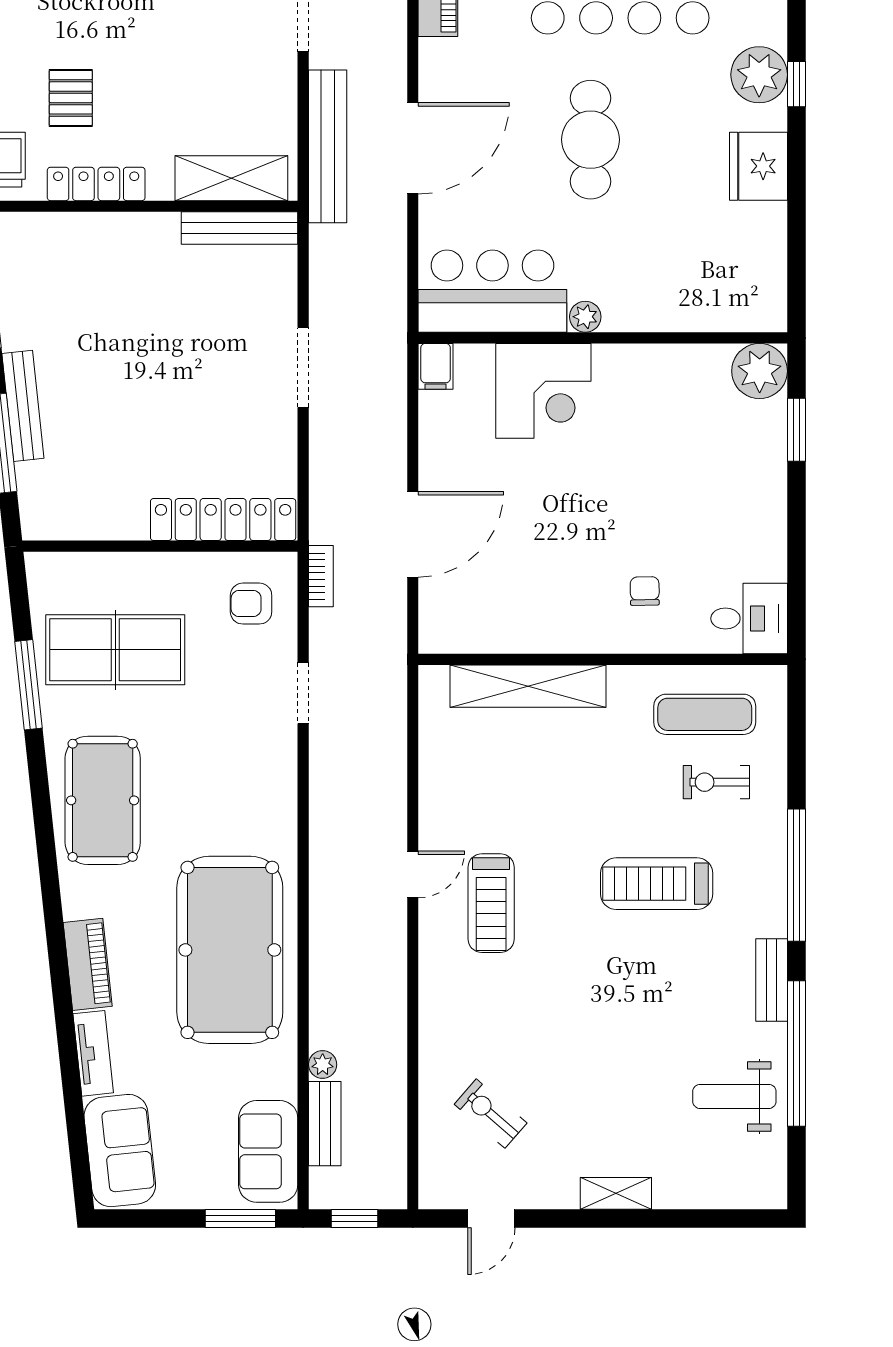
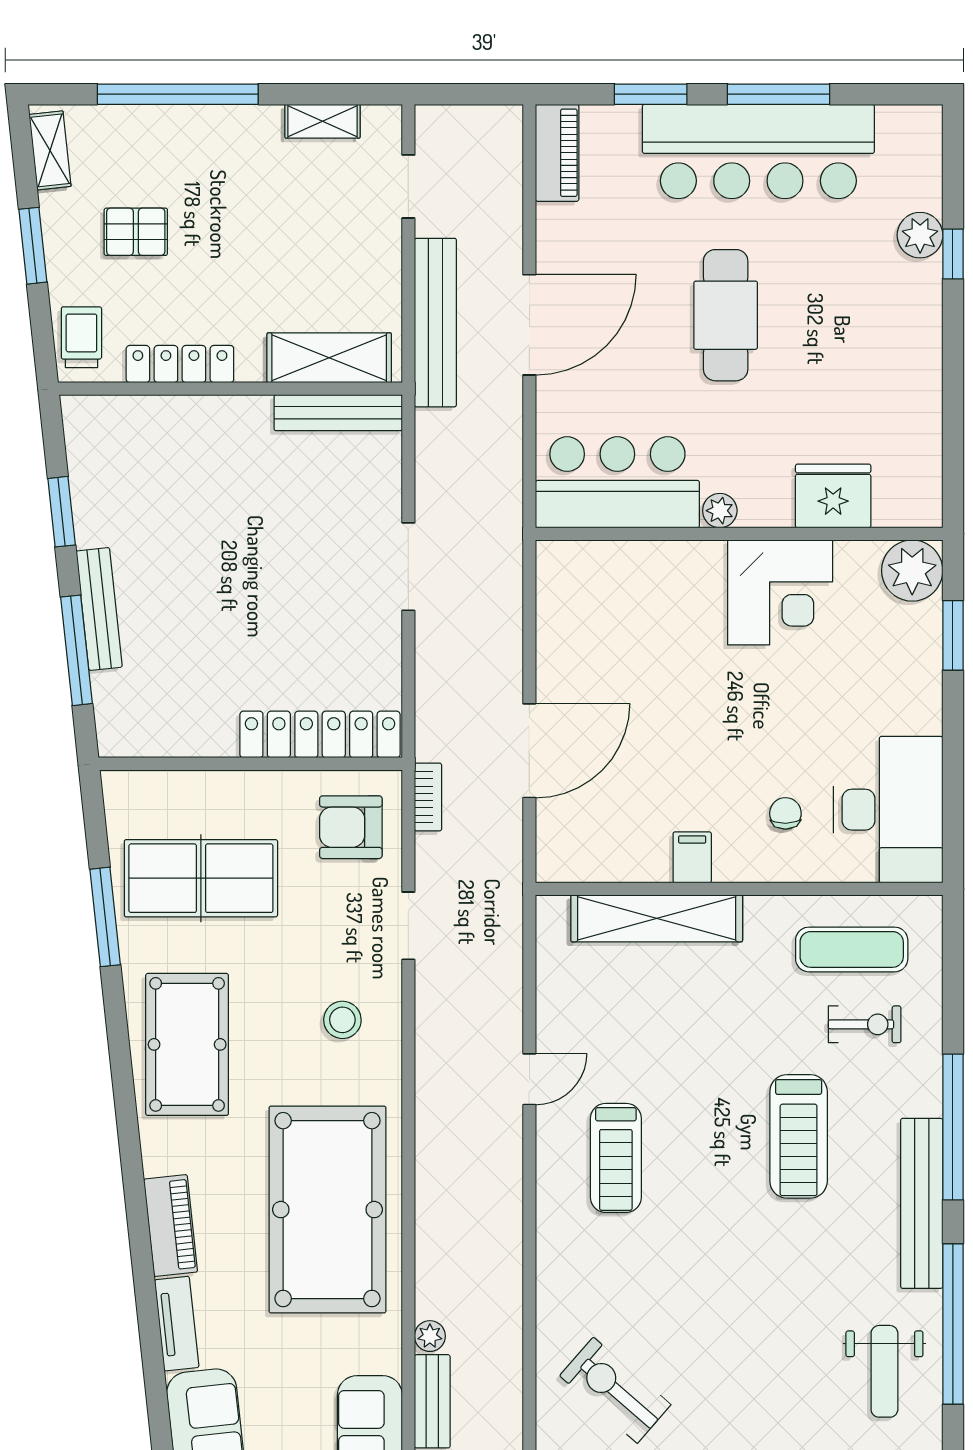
plant: (759, 75) -> (920, 235), width x0.73, depth x0.73
pallet: (71, 98) -> (136, 232), moved, turned 90
fridge: (758, 166) -> (833, 496), moved, turned 90
filing cabinet: (436, 366) -> (692, 857), moved, turned 180
corner desk: (543, 391) -> (780, 592), moved
armchair: (251, 604) -> (351, 827), width x1.38, depth x1.38
desk: (749, 619) -> (888, 810), width x1.87, depth x1.30
stool: (243, 778) -> (342, 1020), added
exercise bike: (716, 782) -> (865, 1024), turned 180
door: (413, 874) -> (529, 1079), moved
treadmill: (657, 884) -> (799, 1136), turned -90
bench: (772, 980) -> (922, 1203), width x1.86, depth x1.21
weight bench: (734, 1096) -> (884, 1371), turned -90
exercise bike: (491, 1114) -> (615, 1390), width x1.38, depth x1.39

